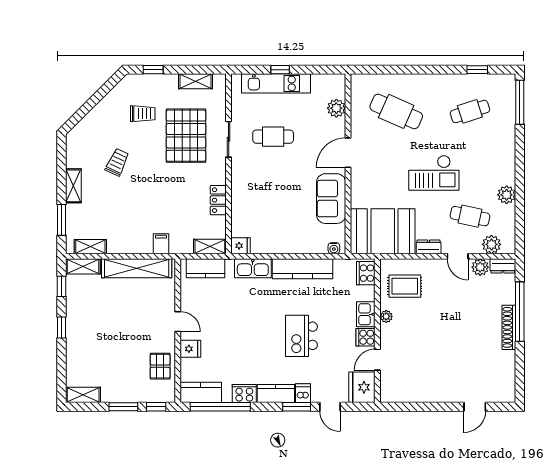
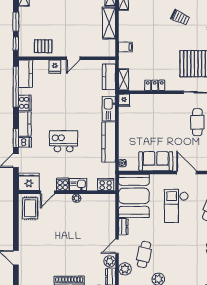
checkout: (434, 173) -> (176, 206), moved
shelving: (137, 268) -> (109, 23), width x0.68
rug: (405, 286) -> (30, 208), moved
door: (377, 360) -> (48, 192), swing flipped

